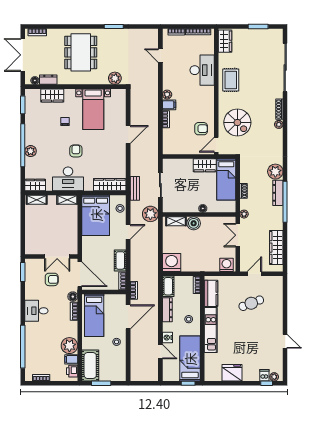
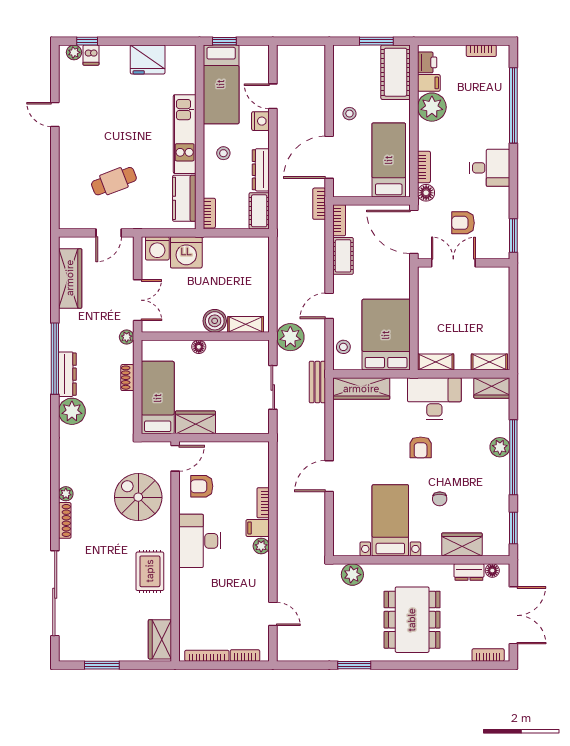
desk: (202, 70) -> (200, 541), moved
washing machine: (172, 262) -> (186, 252), moved

